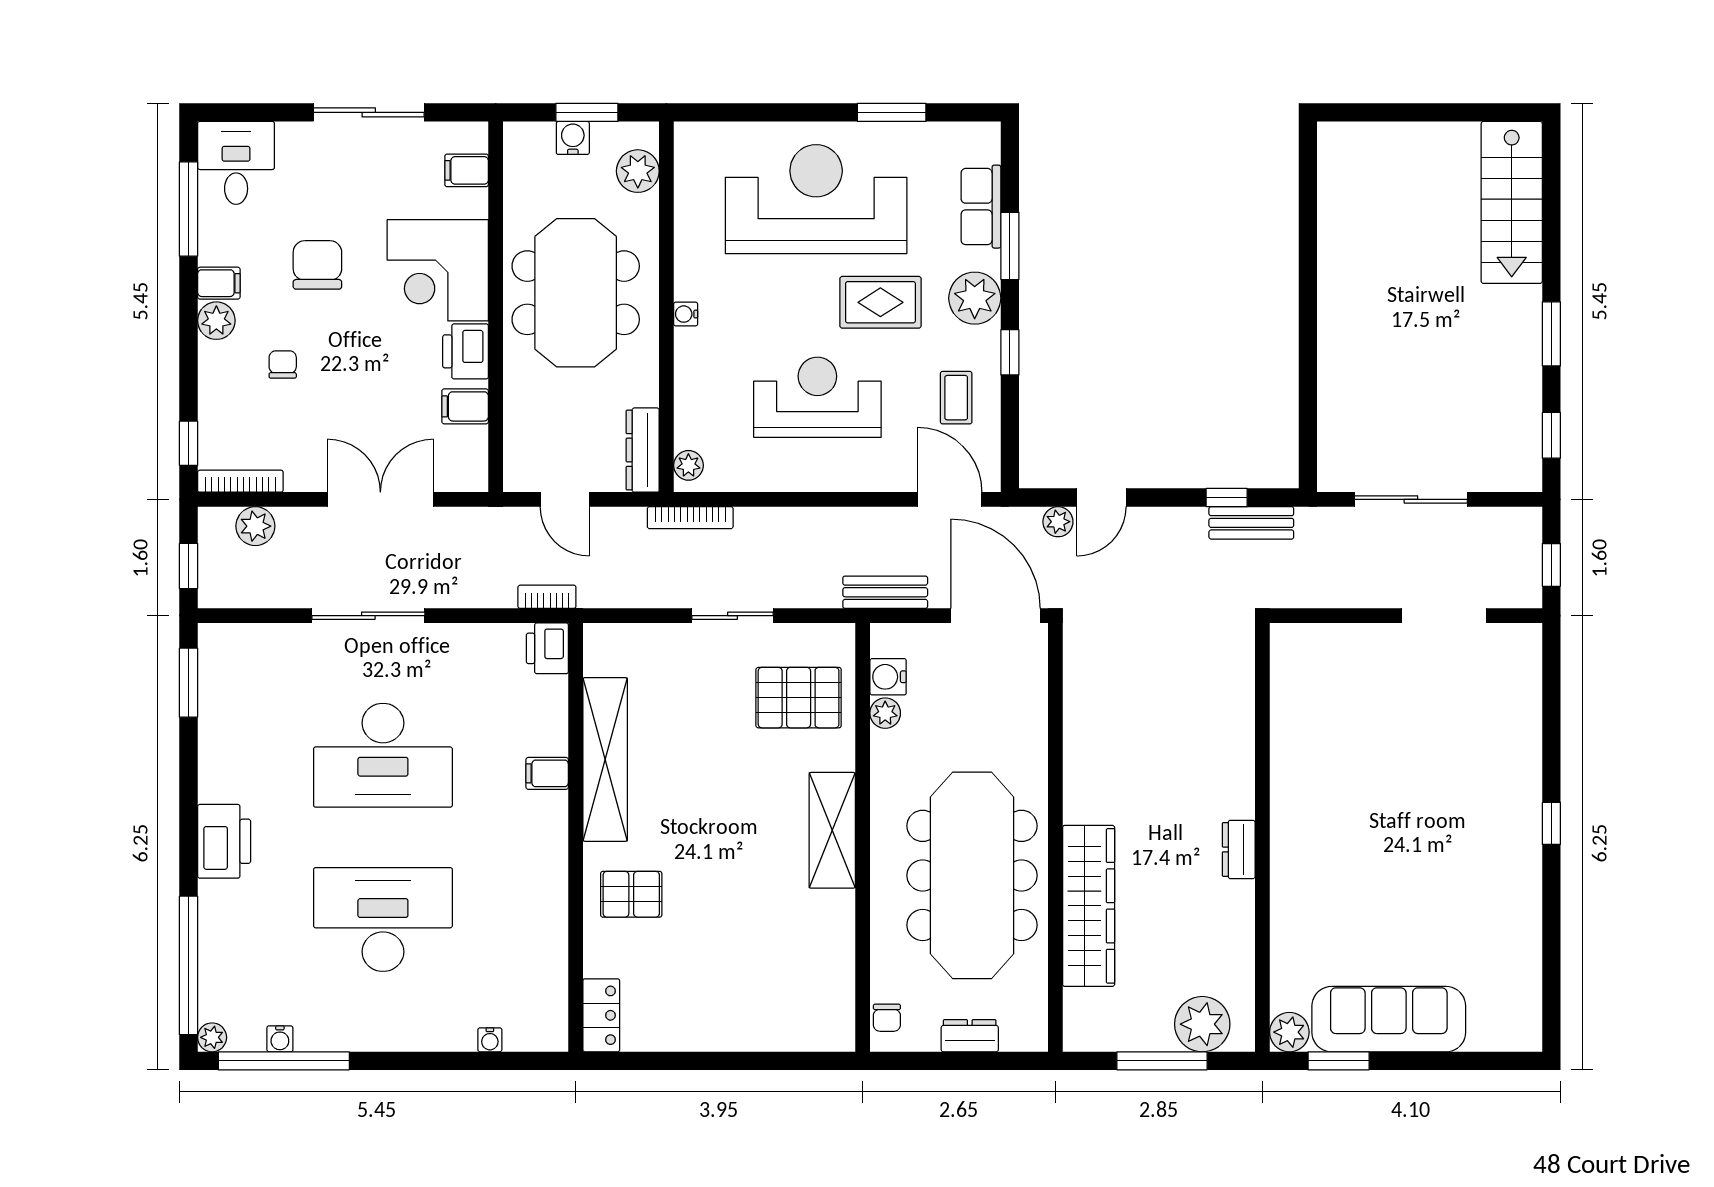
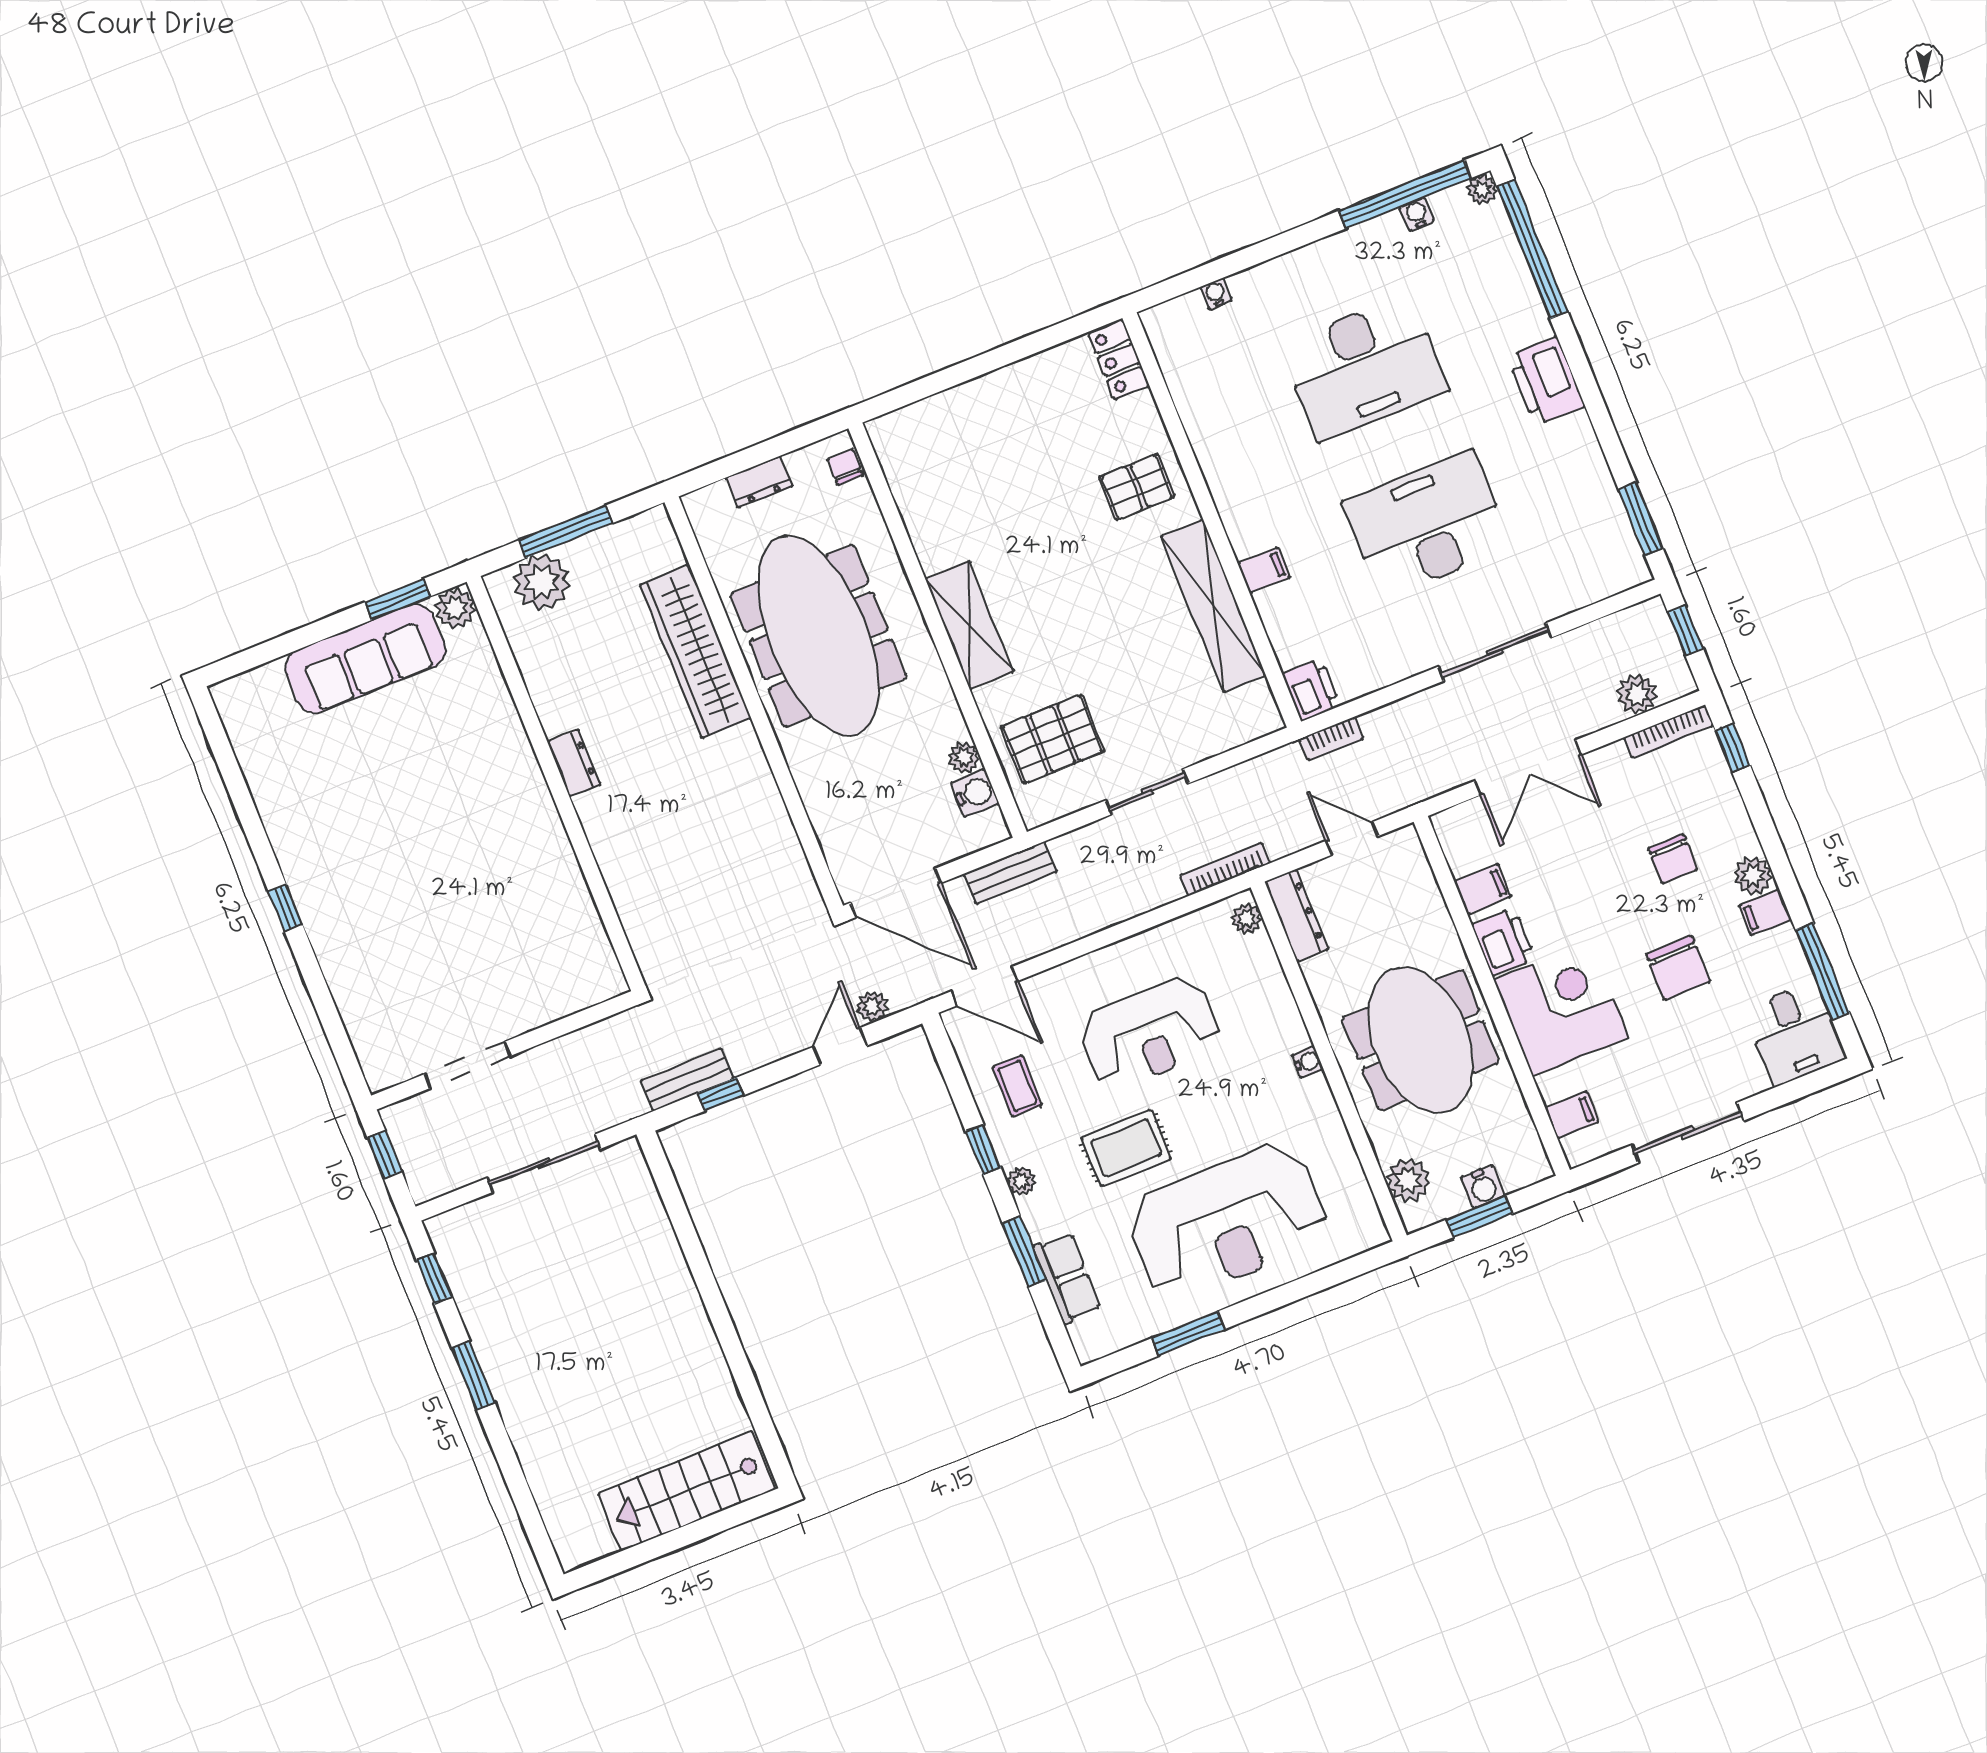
stairs: (1512, 202) -> (687, 1491), moved, turned -90
plant: (975, 298) -> (1021, 1181), width x0.53, depth x0.53
chair: (283, 365) -> (1673, 859), width x1.37, depth x1.37

